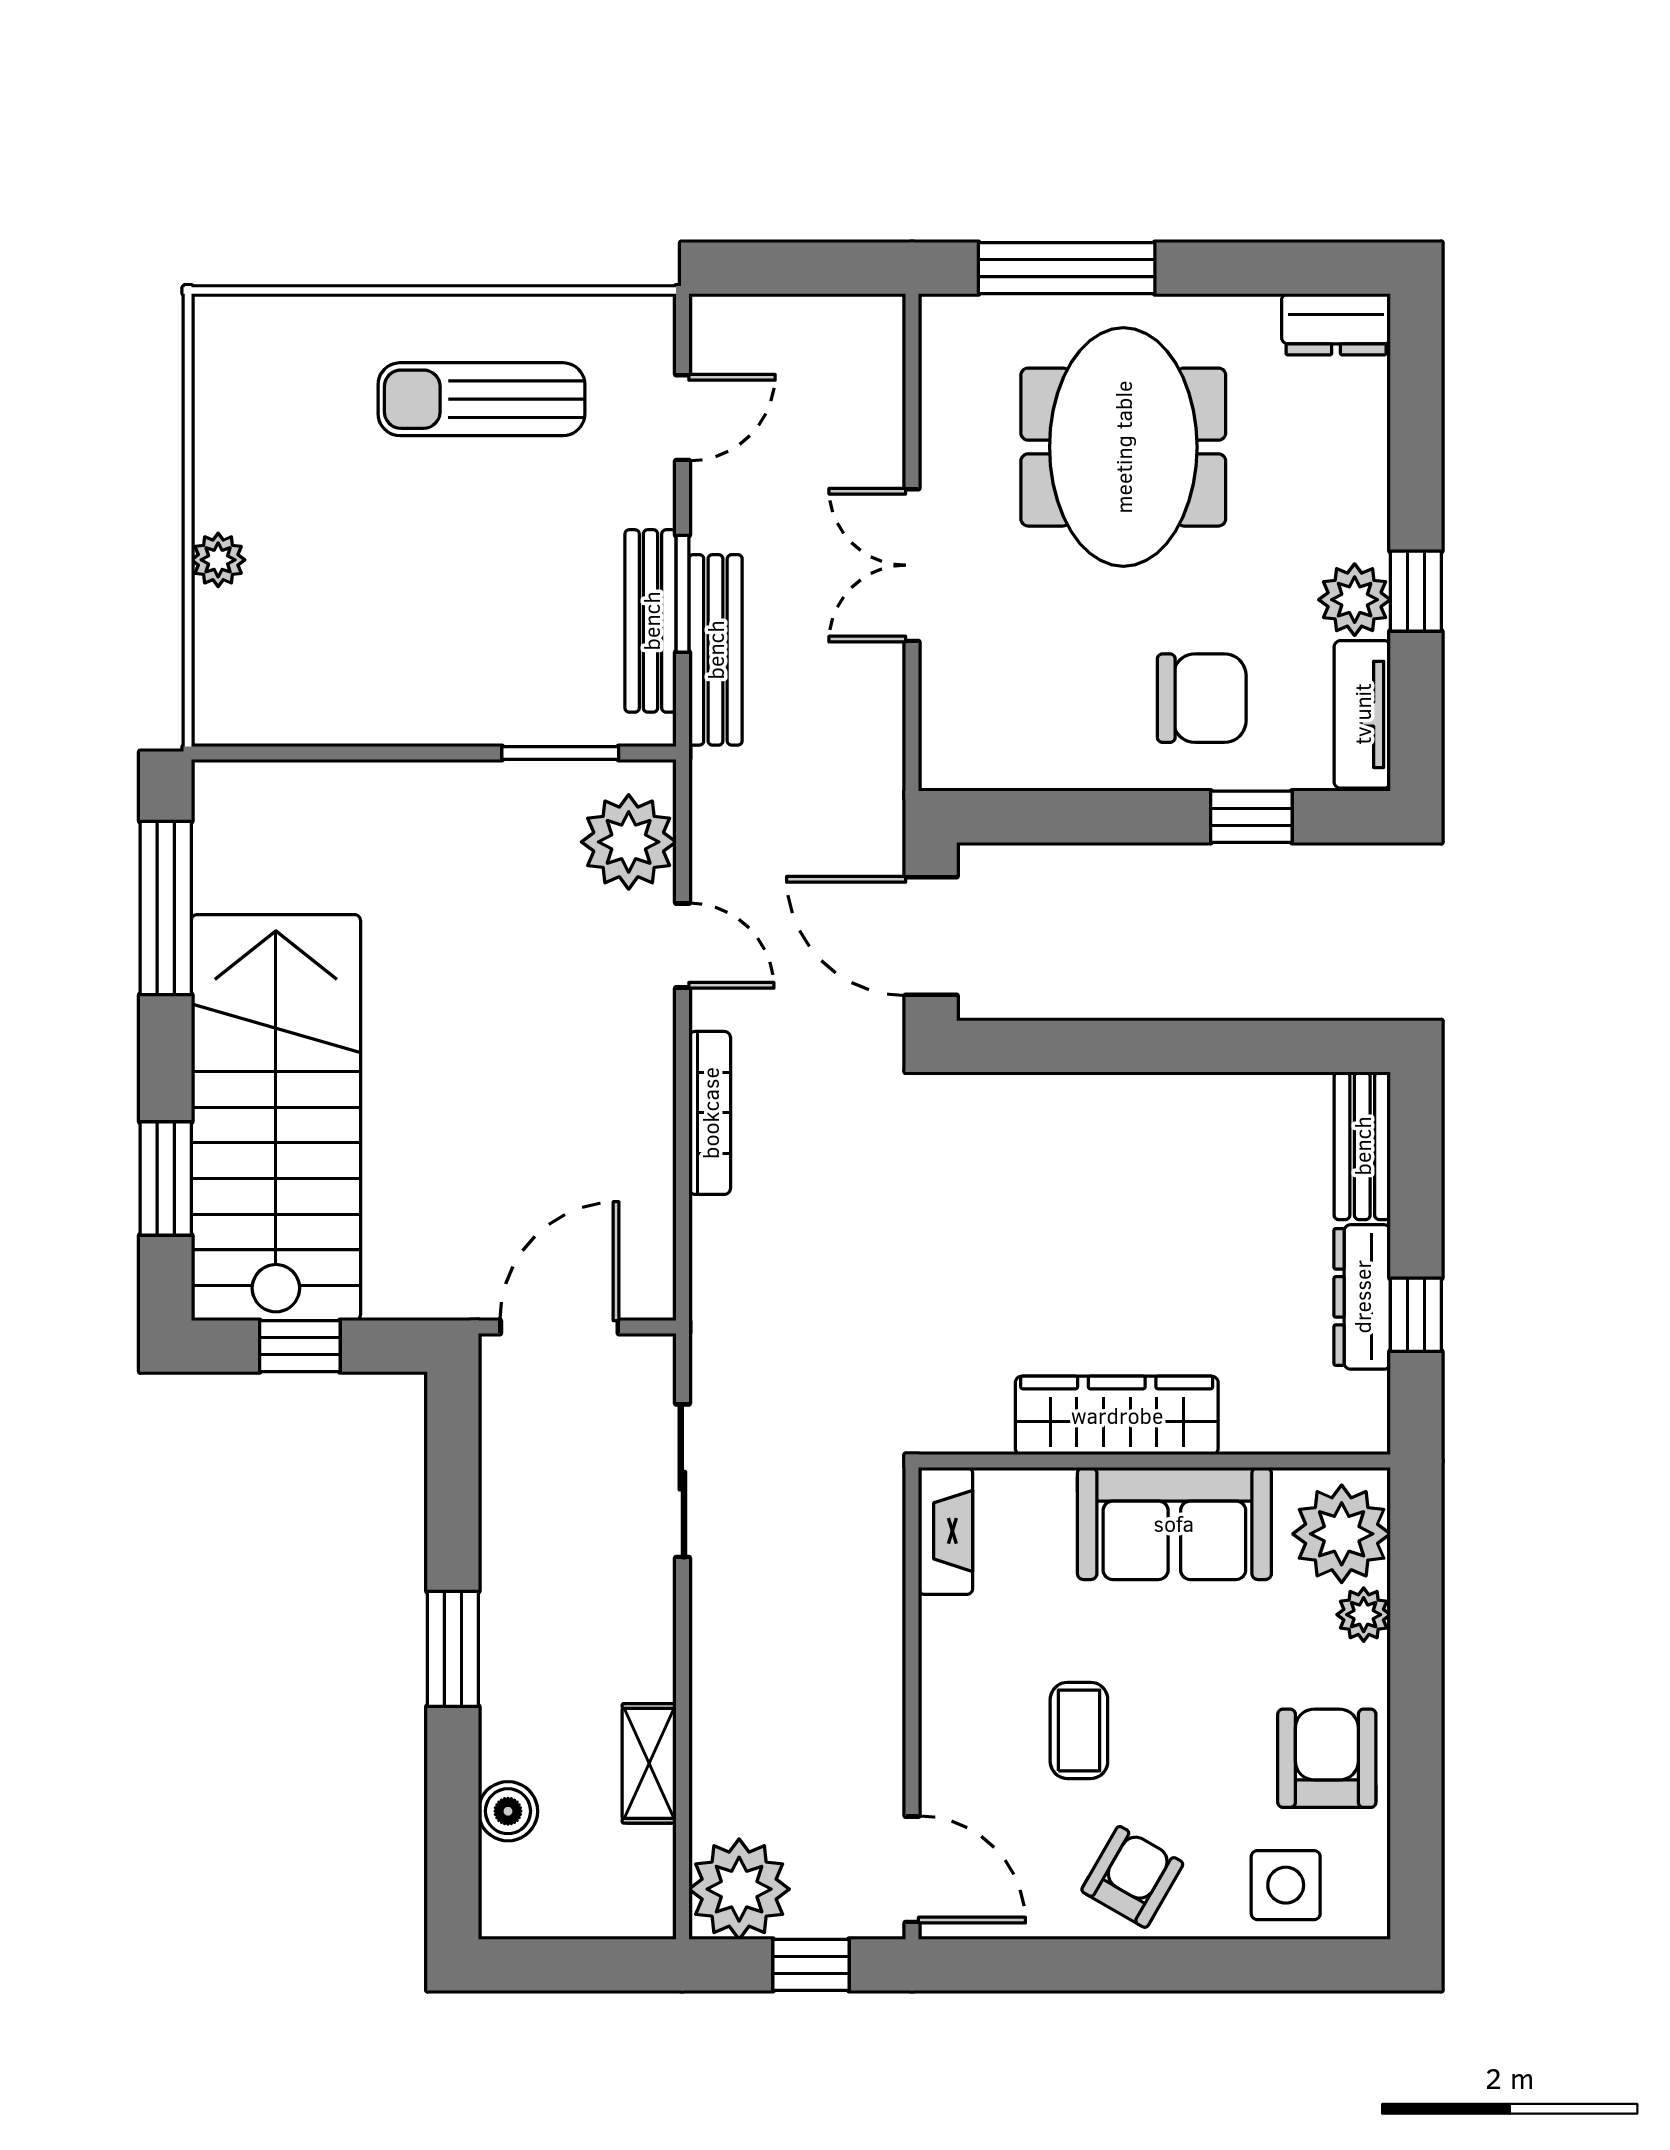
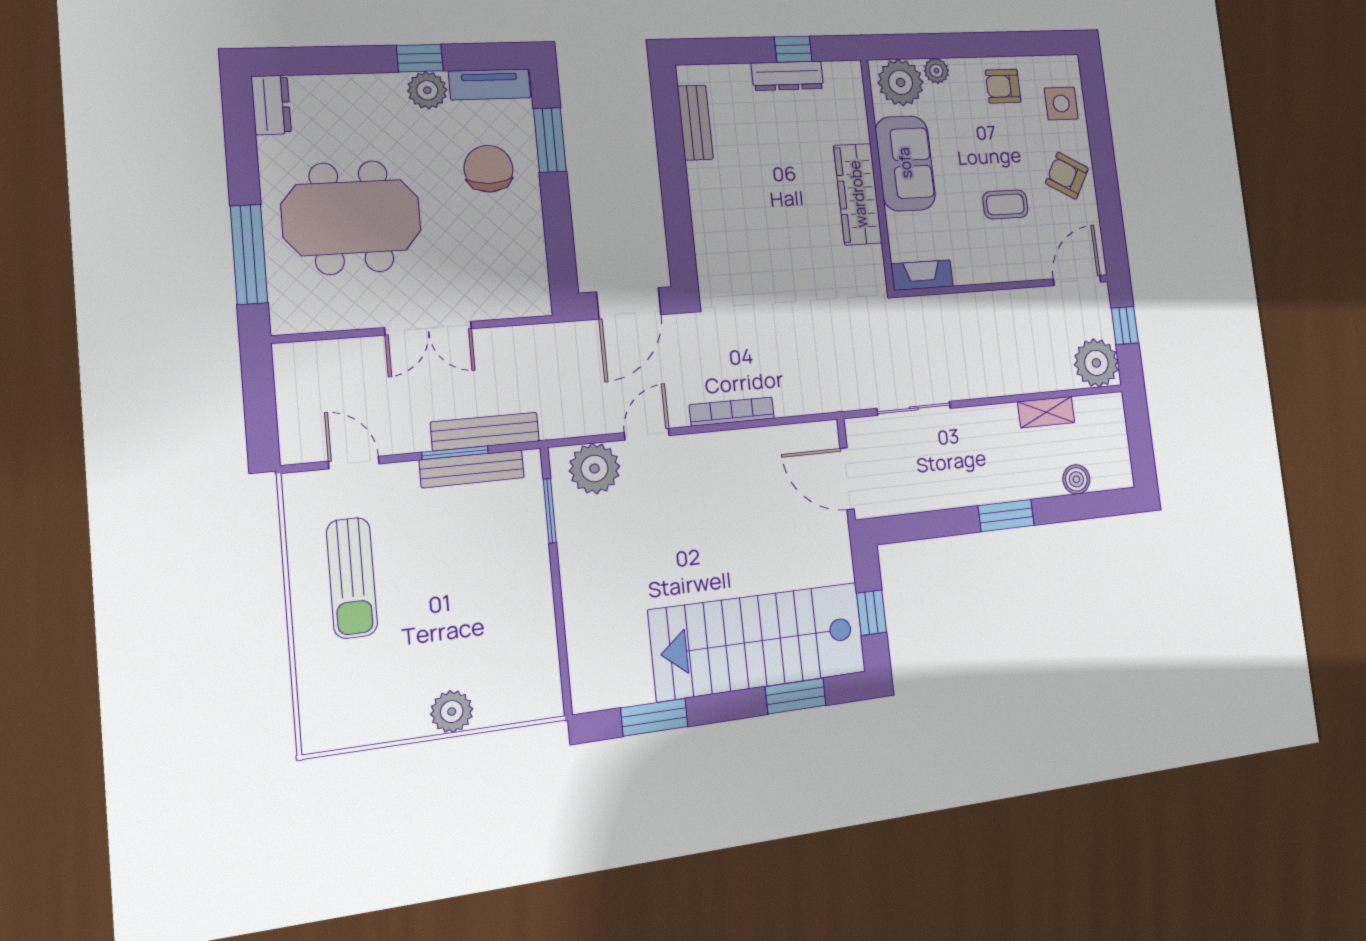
plant: (218, 560) -> (452, 712), width x1.38, depth x1.38
window: (1251, 817) -> (550, 140), width x1.50
window: (166, 908) -> (654, 717), width x0.69
bench: (1362, 1146) -> (695, 123), moved, turned 90
armchair: (1327, 1758) -> (1003, 86), width x0.72, depth x0.72

